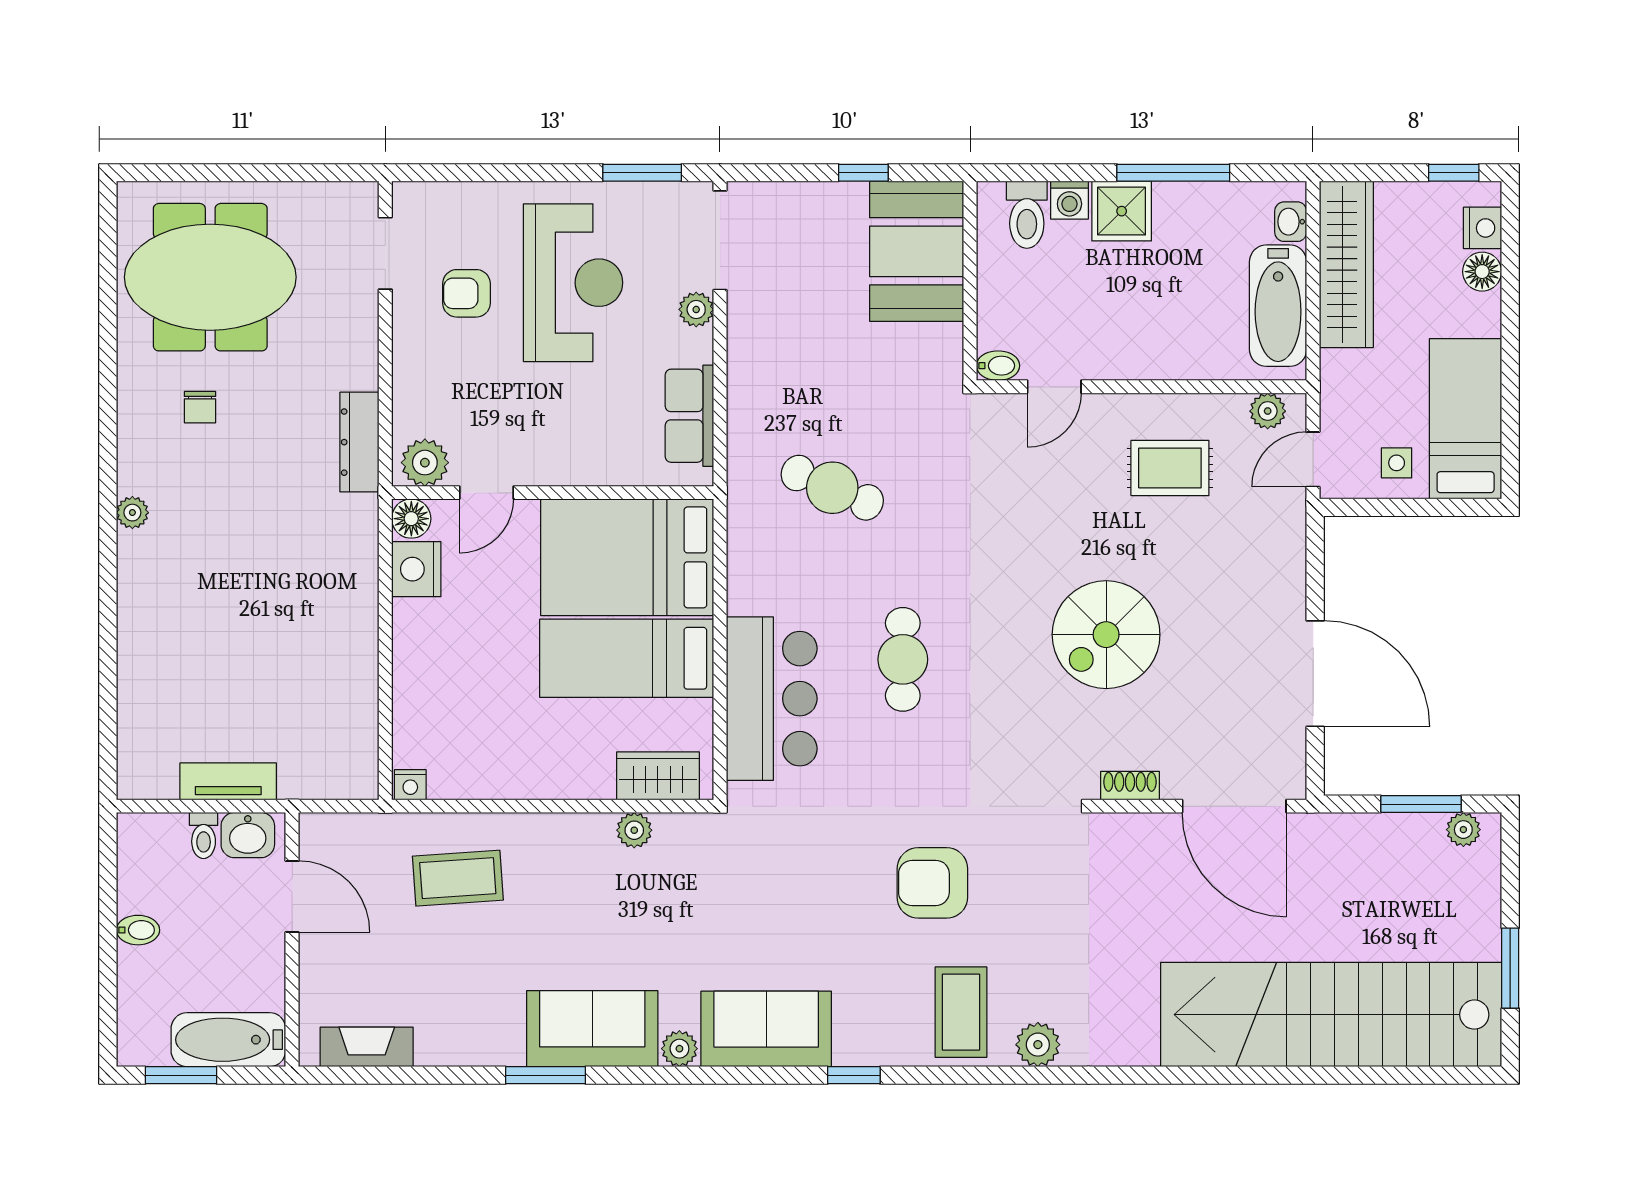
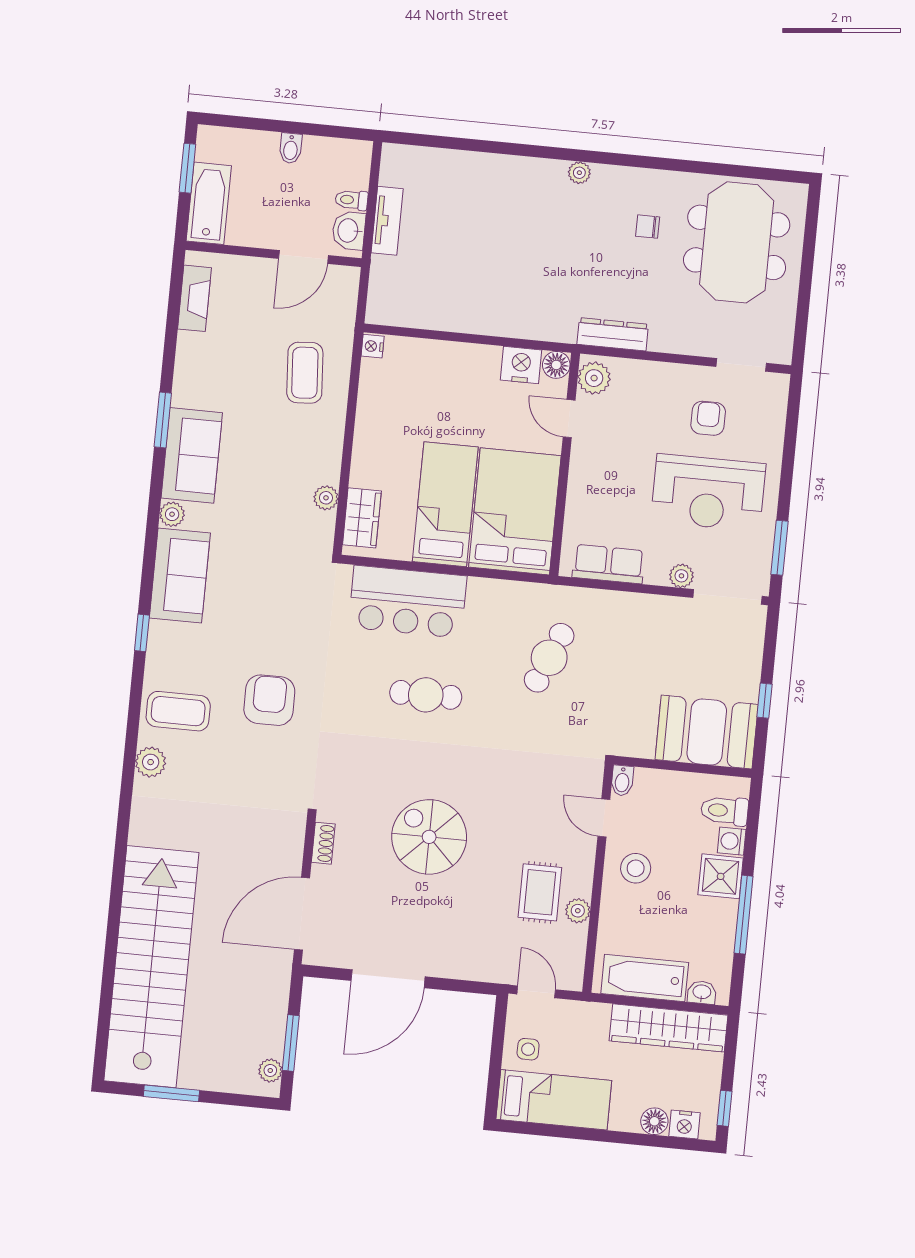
stool: (1122, 334) -> (636, 868), added
plant: (1268, 411) -> (578, 911), moved

